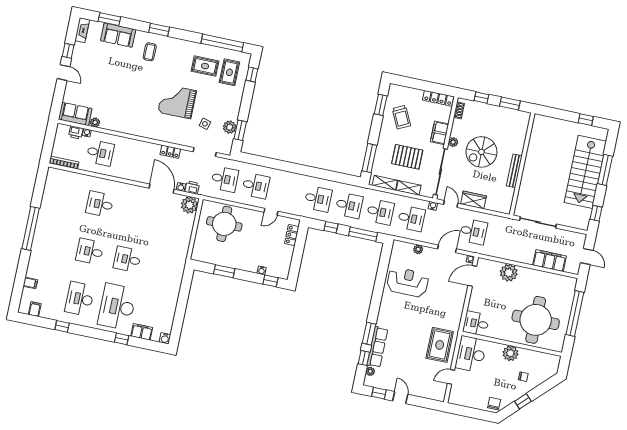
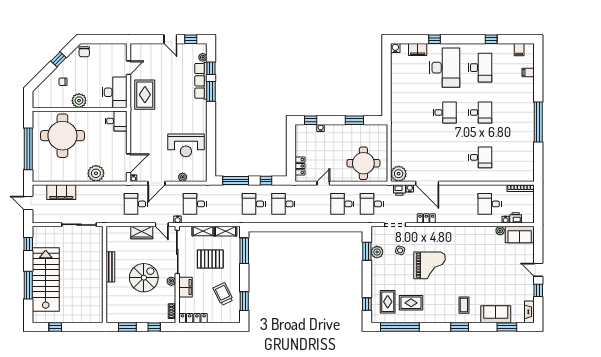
desk: (380, 212) -> (224, 204), removed

